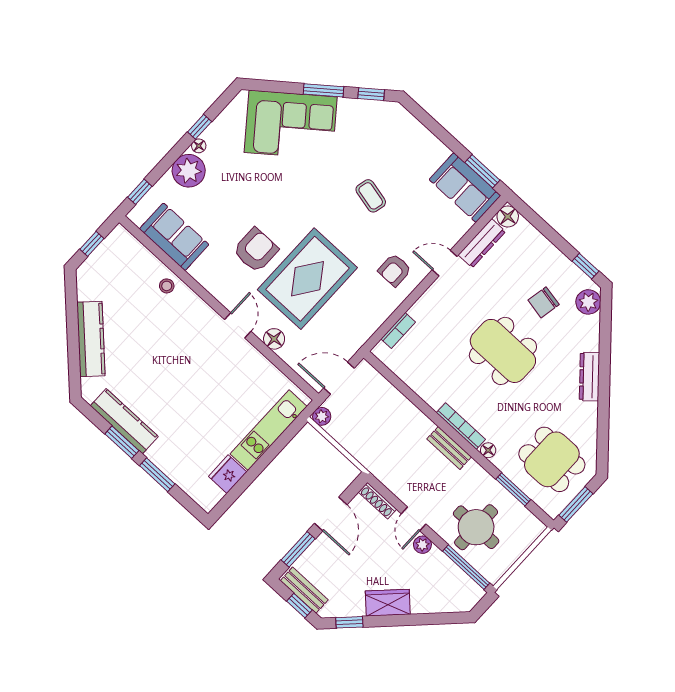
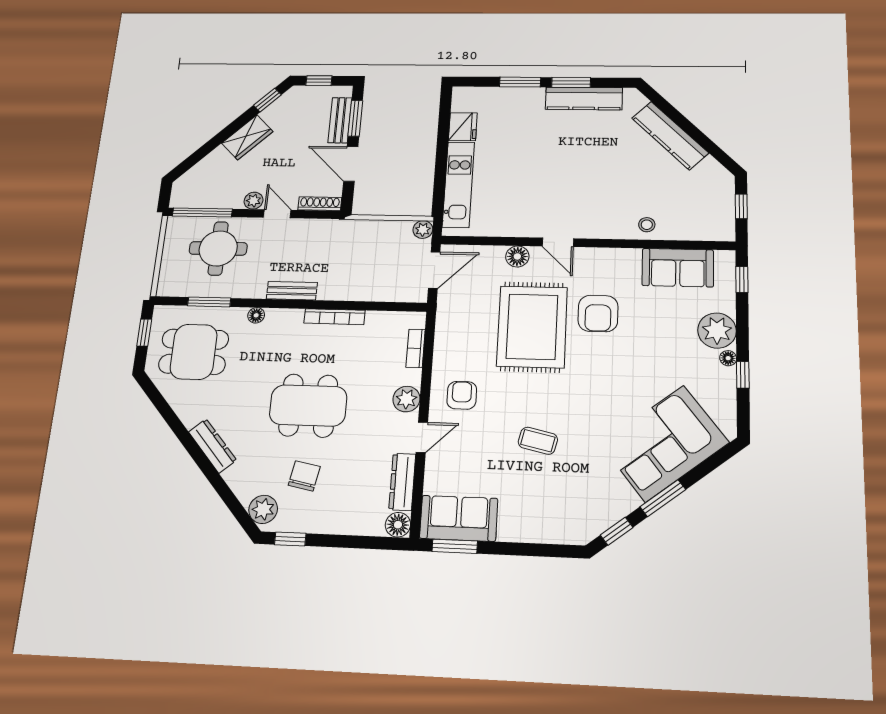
plant: (433, 299) -> (406, 399), added
bookcase: (461, 426) -> (334, 317), moved
window: (576, 504) -> (144, 333), width x0.67
bench: (304, 590) -> (340, 120), moved, turned 90

